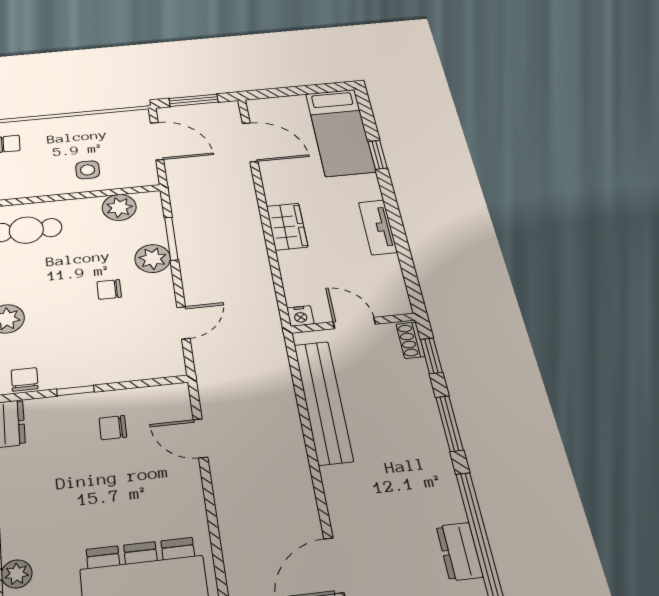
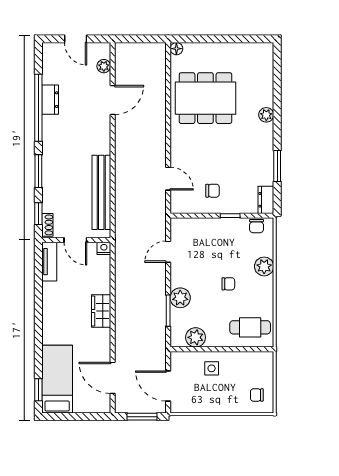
window: (378, 155) -> (38, 390), moved
tv unit: (378, 227) -> (49, 262), moved
chair: (109, 289) -> (228, 284), moved

